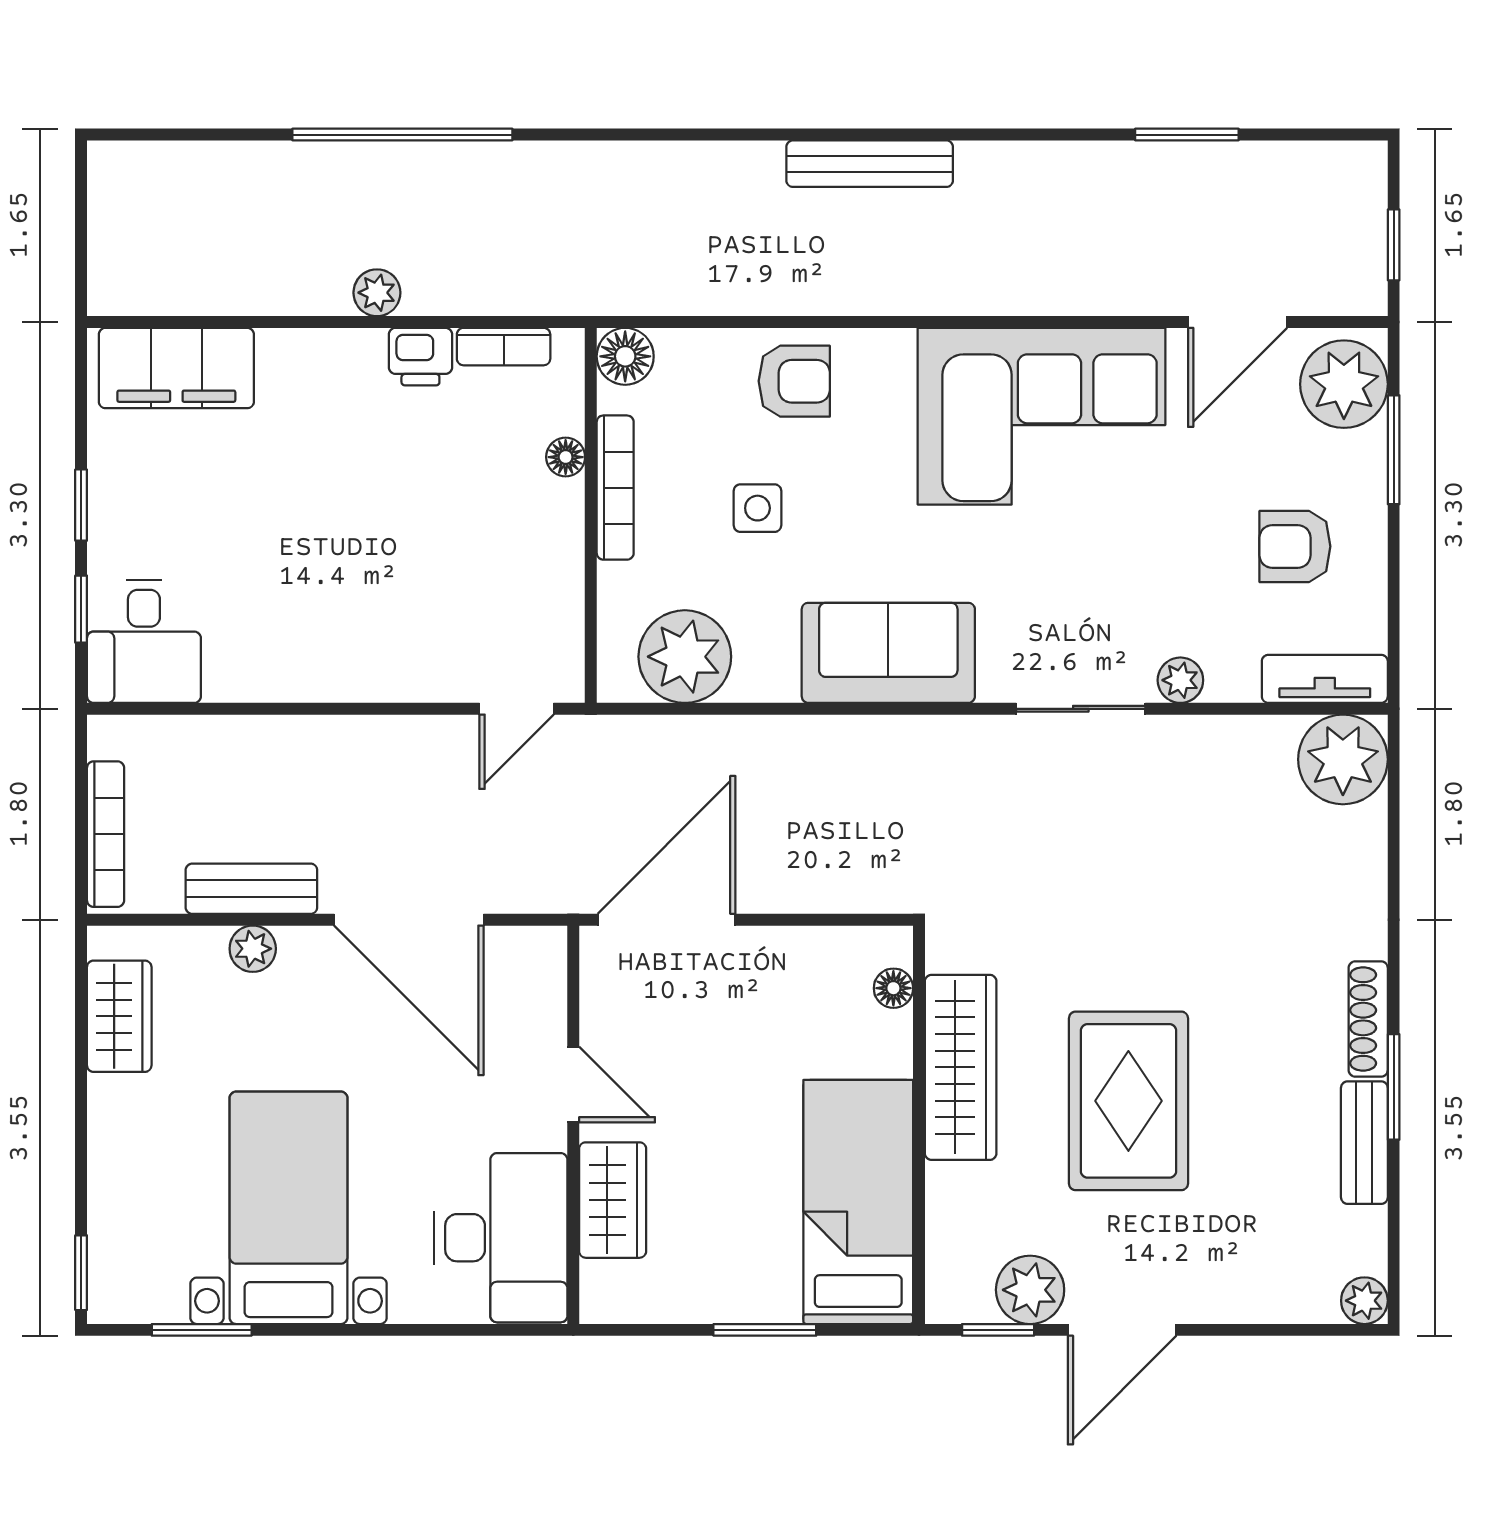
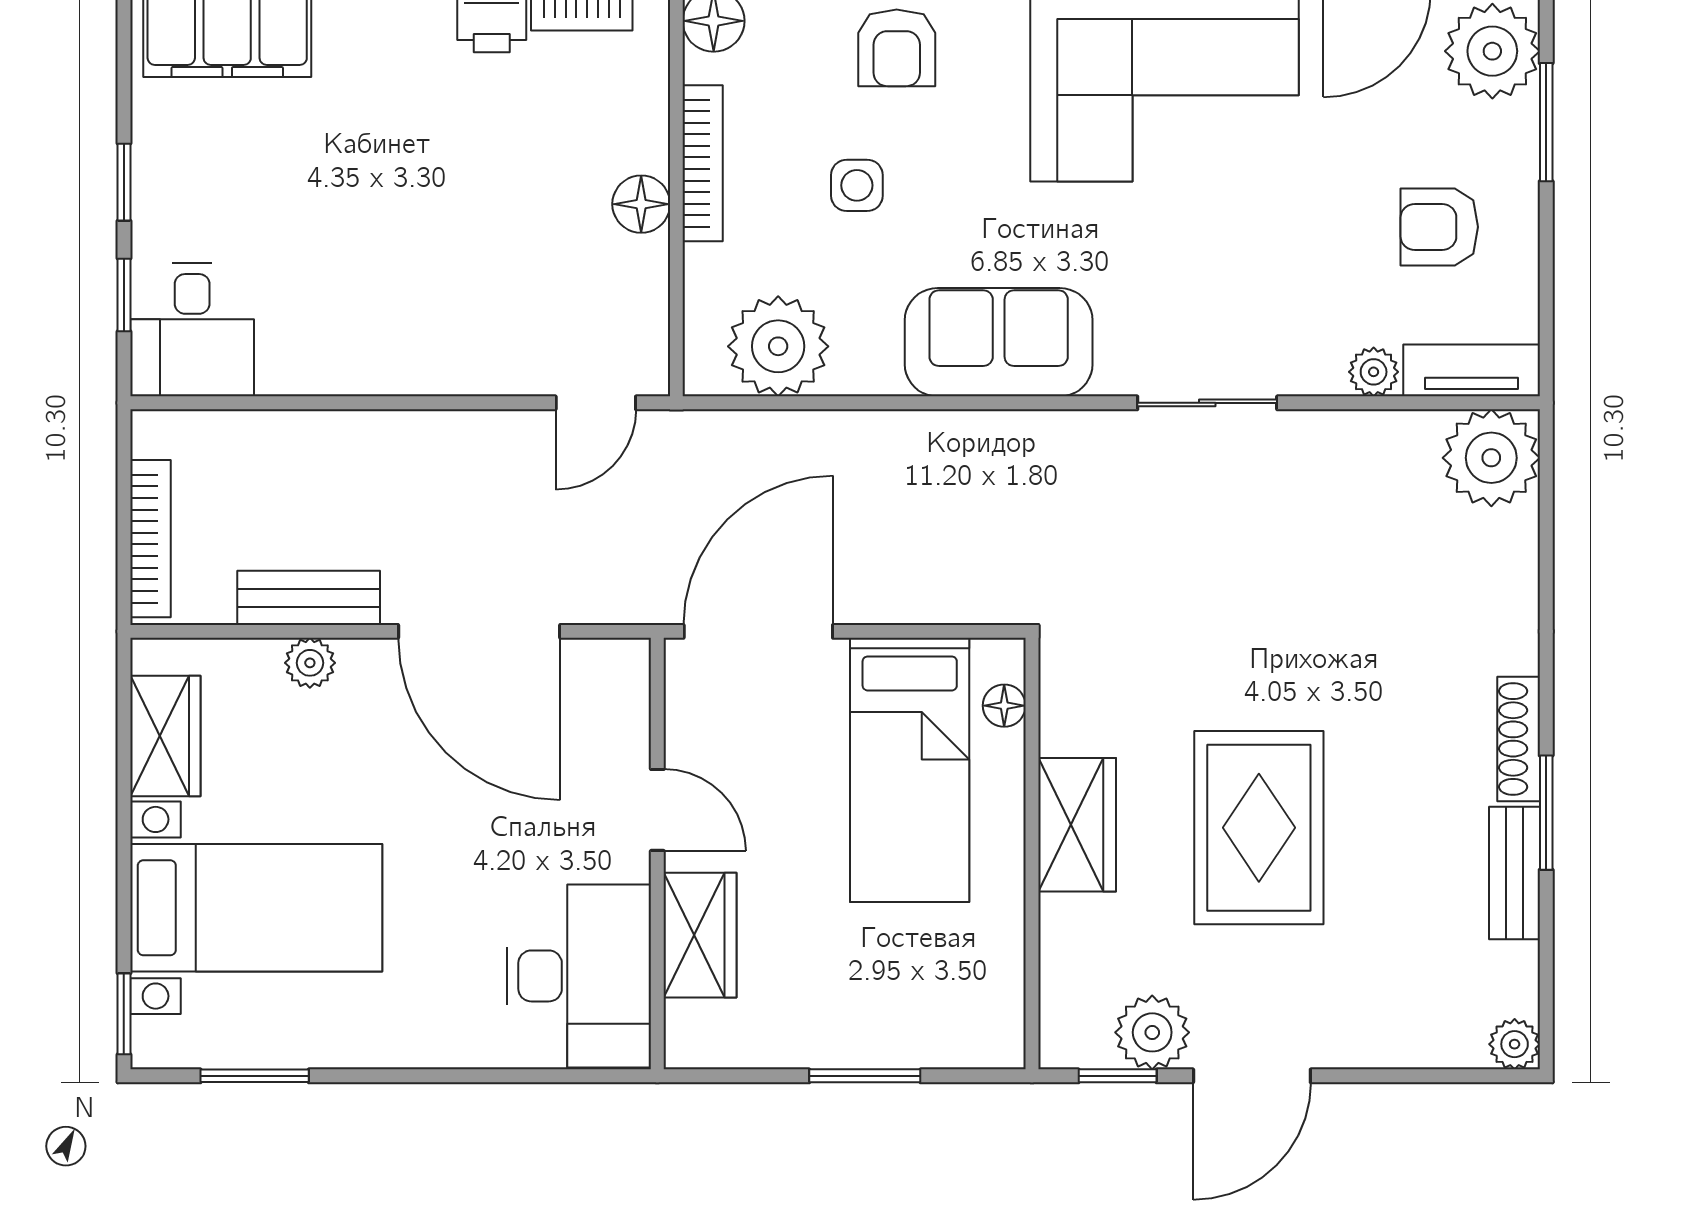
armchair: (794, 381) -> (897, 48), turned 90
floor lamp: (566, 457) -> (641, 204), moved, width x1.37, depth x1.37
plant: (1180, 680) -> (1374, 372), moved
wardrobe: (961, 1067) -> (1077, 825), width x0.67
bed: (858, 1202) -> (910, 770), moved, turned 180
bed with nightstands: (289, 1208) -> (256, 908), moved, turned 90

